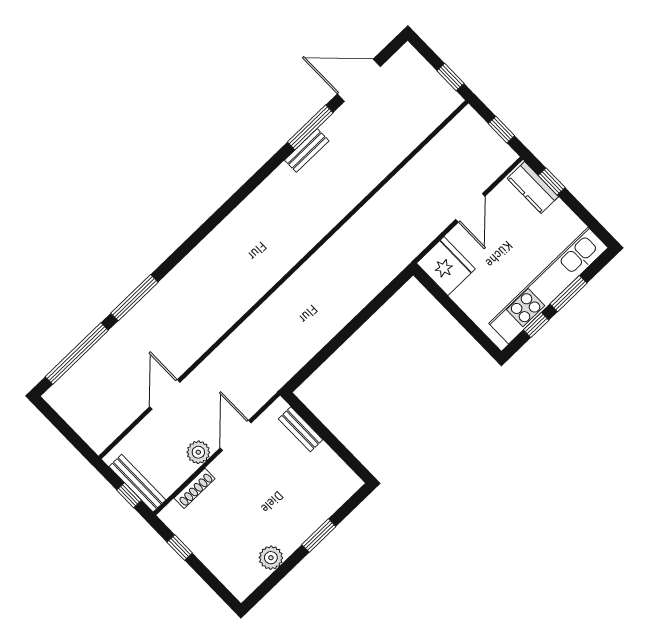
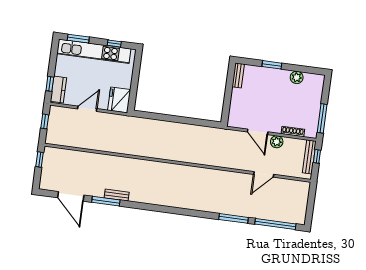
window: (569, 294) -> (78, 39), moved
bench: (301, 429) -> (238, 75), moved
door: (236, 435) -> (258, 132), hinge flipped
window: (180, 548) -> (322, 118), width x2.17

